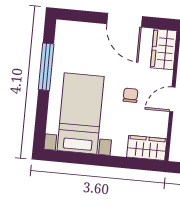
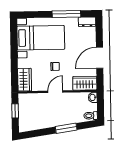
dresser: (63, 34) -> (87, 22), added
door: (172, 99) -> (55, 92), hinge flipped

